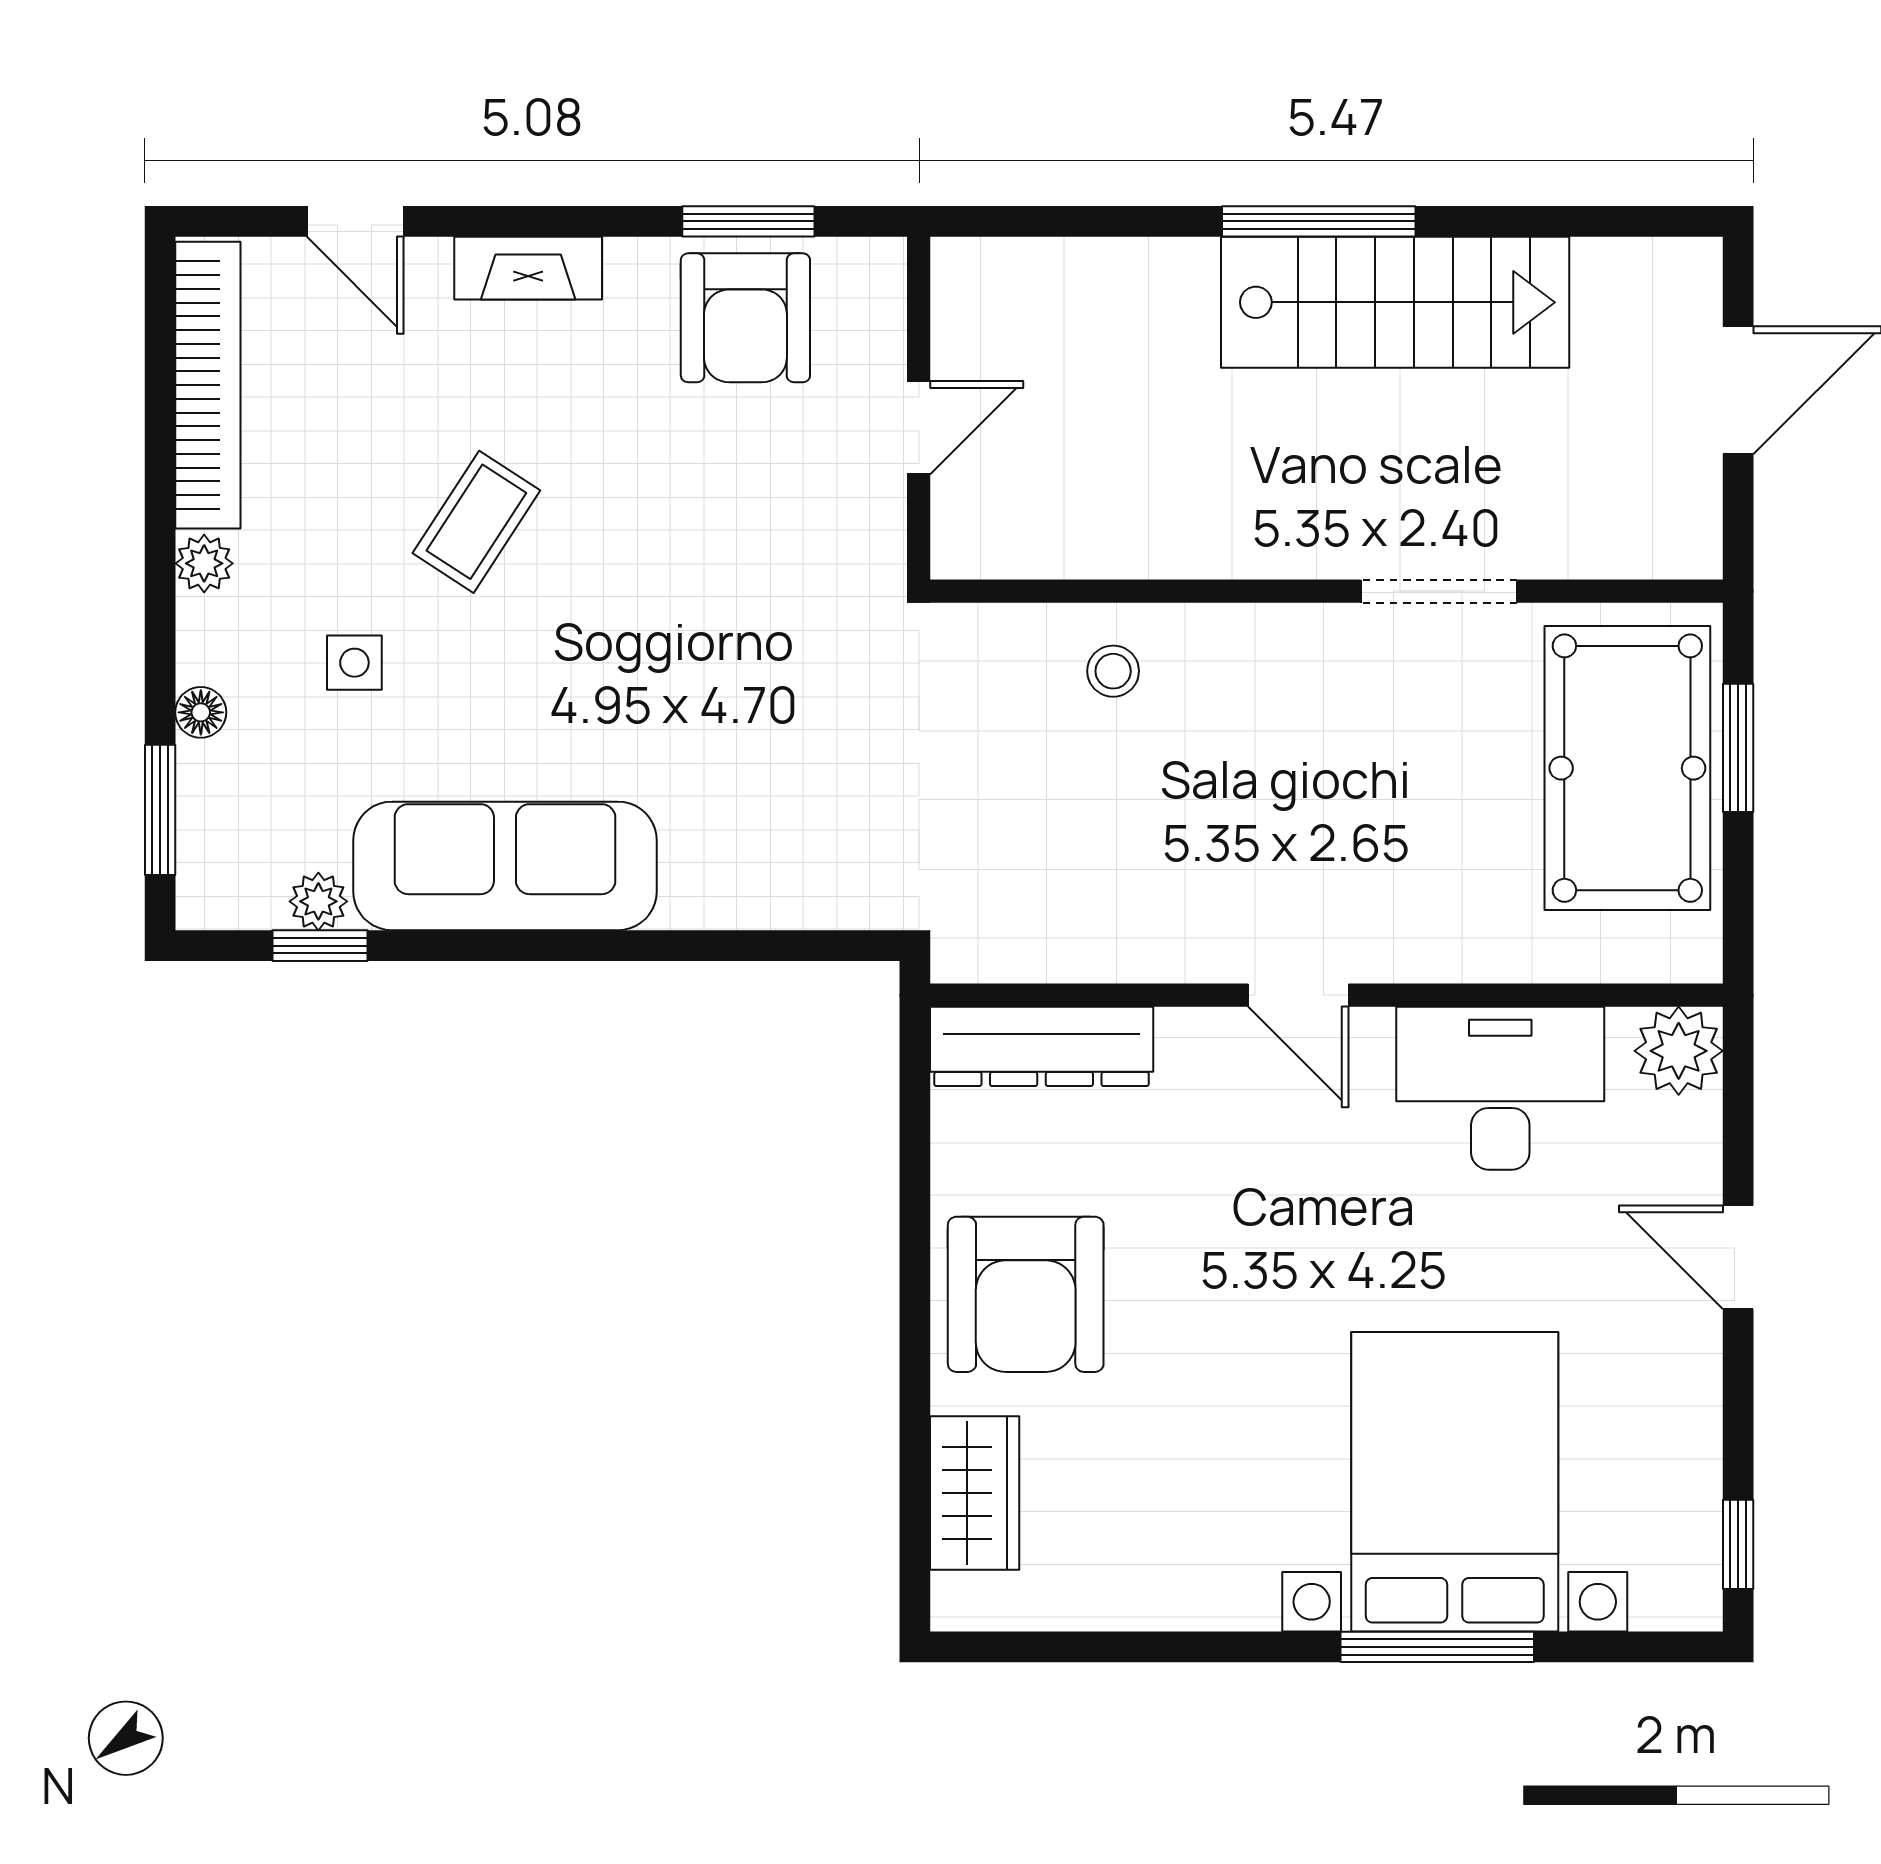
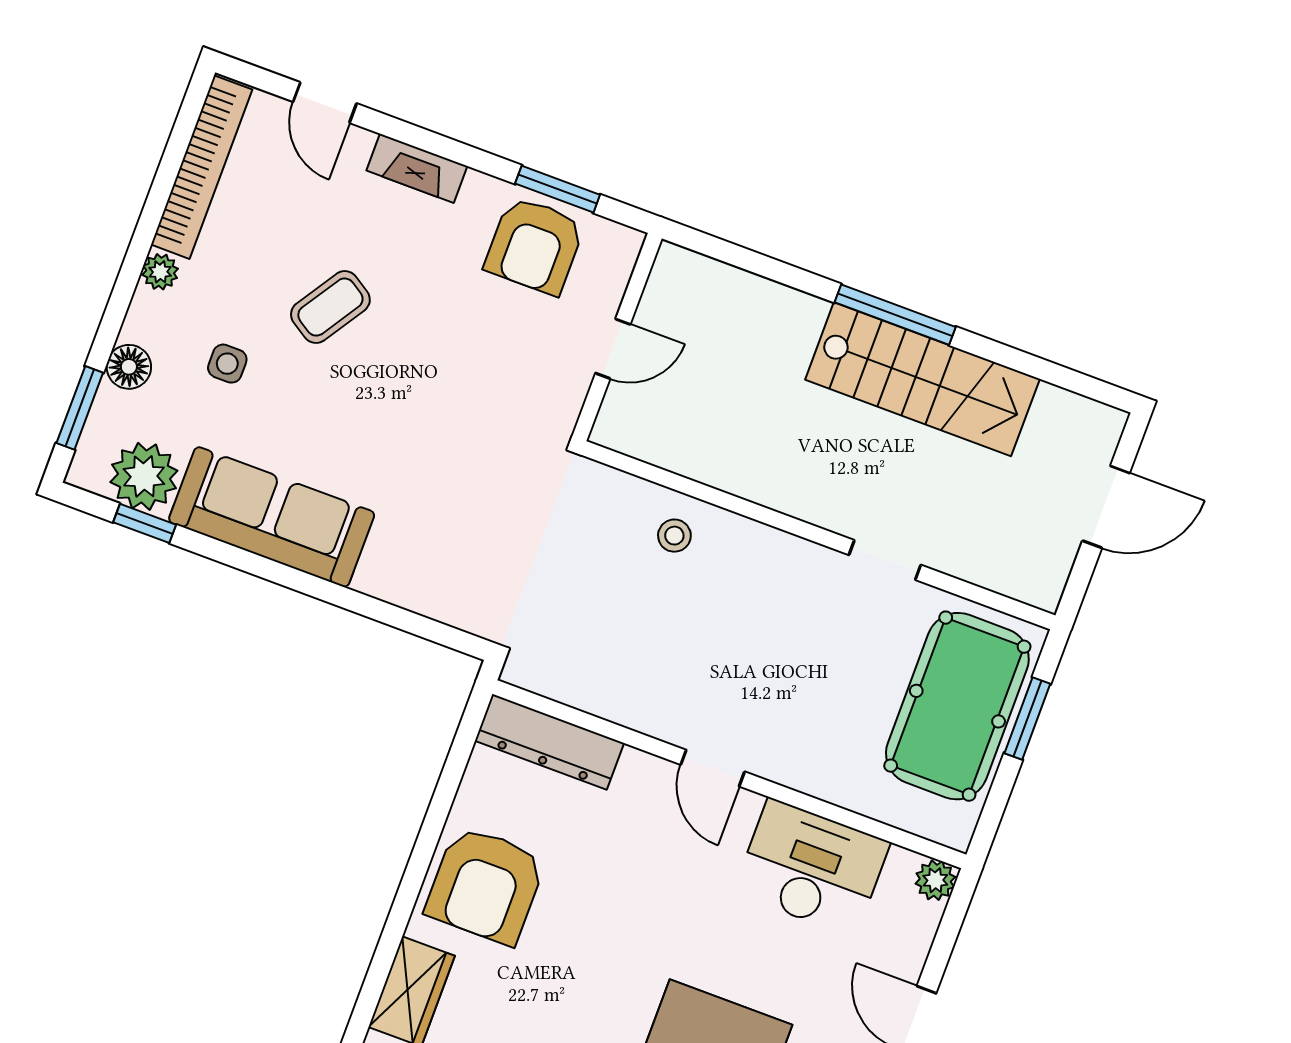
doorway: (1439, 591) -> (885, 560), width x0.73
floor lamp: (201, 712) -> (129, 367), width x1.37, depth x1.37
plant: (318, 901) -> (144, 476), width x1.88, depth x1.88
plant: (1679, 1051) -> (935, 880), width x0.73, depth x0.73

